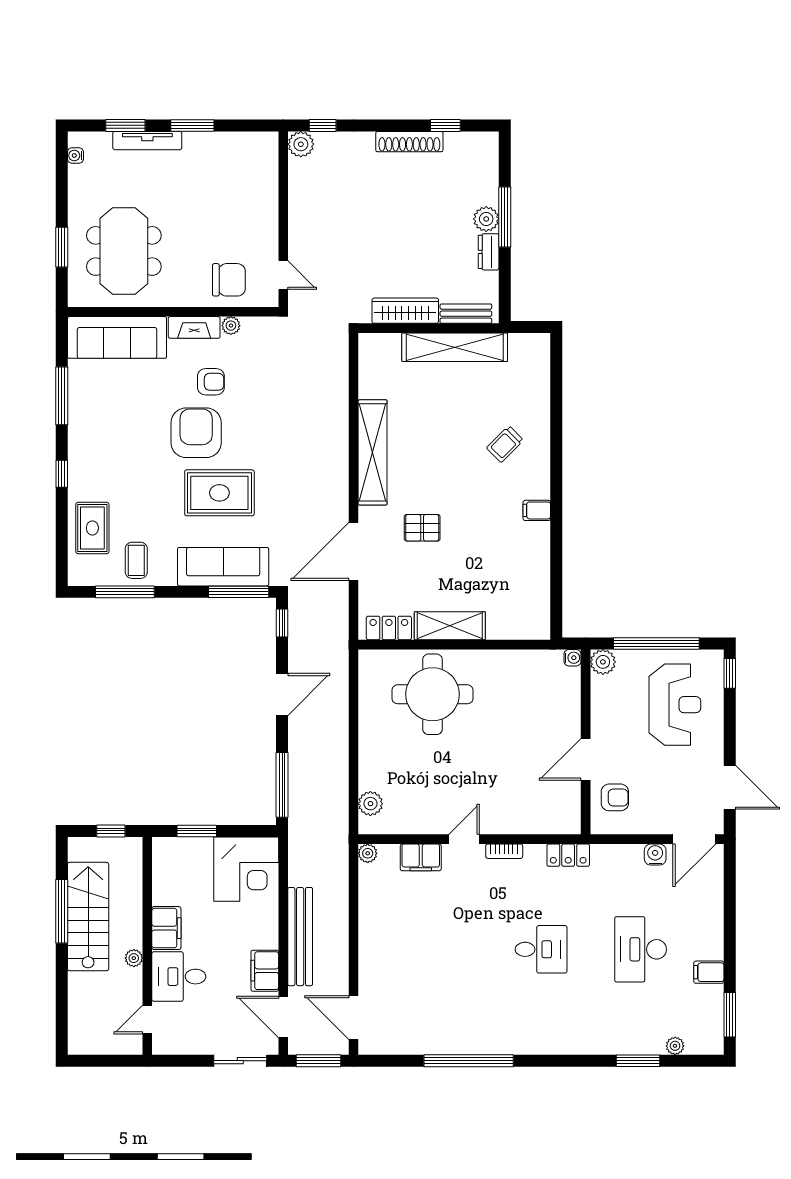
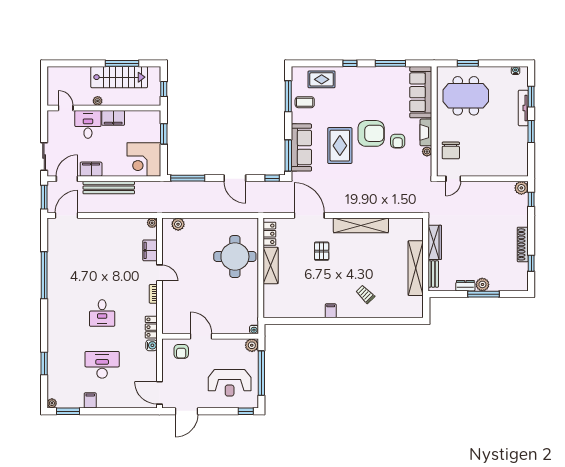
water cooler: (655, 855) -> (151, 345), moved
plant: (675, 1046) -> (52, 403), moved

